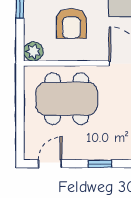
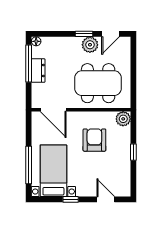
plant: (77, 150) -> (90, 45), added
window: (100, 164) -> (84, 34), moved

